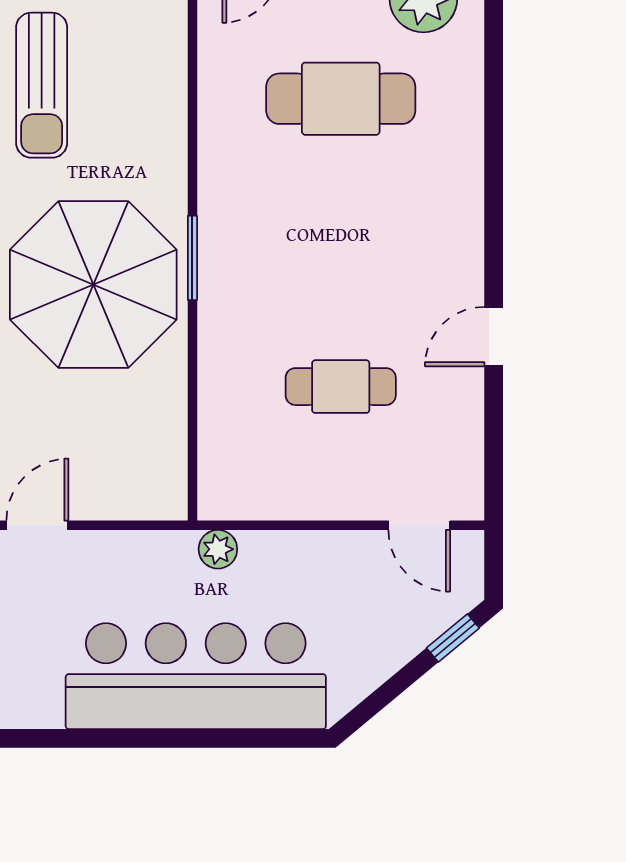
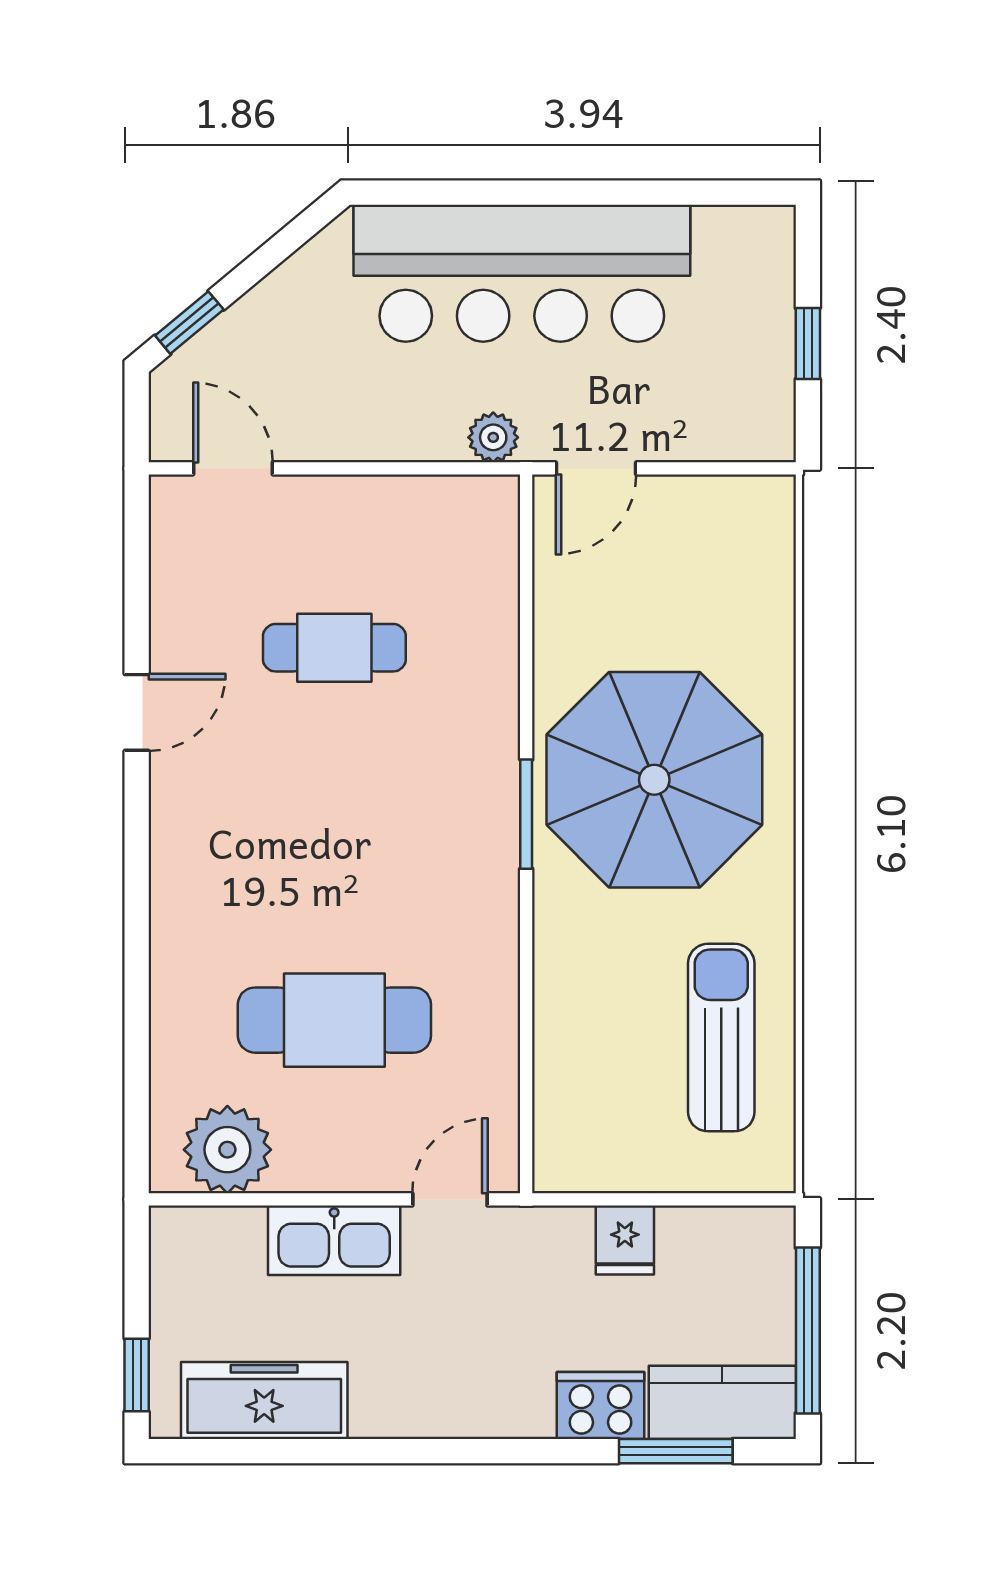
door: (37, 525) -> (596, 468), moved

